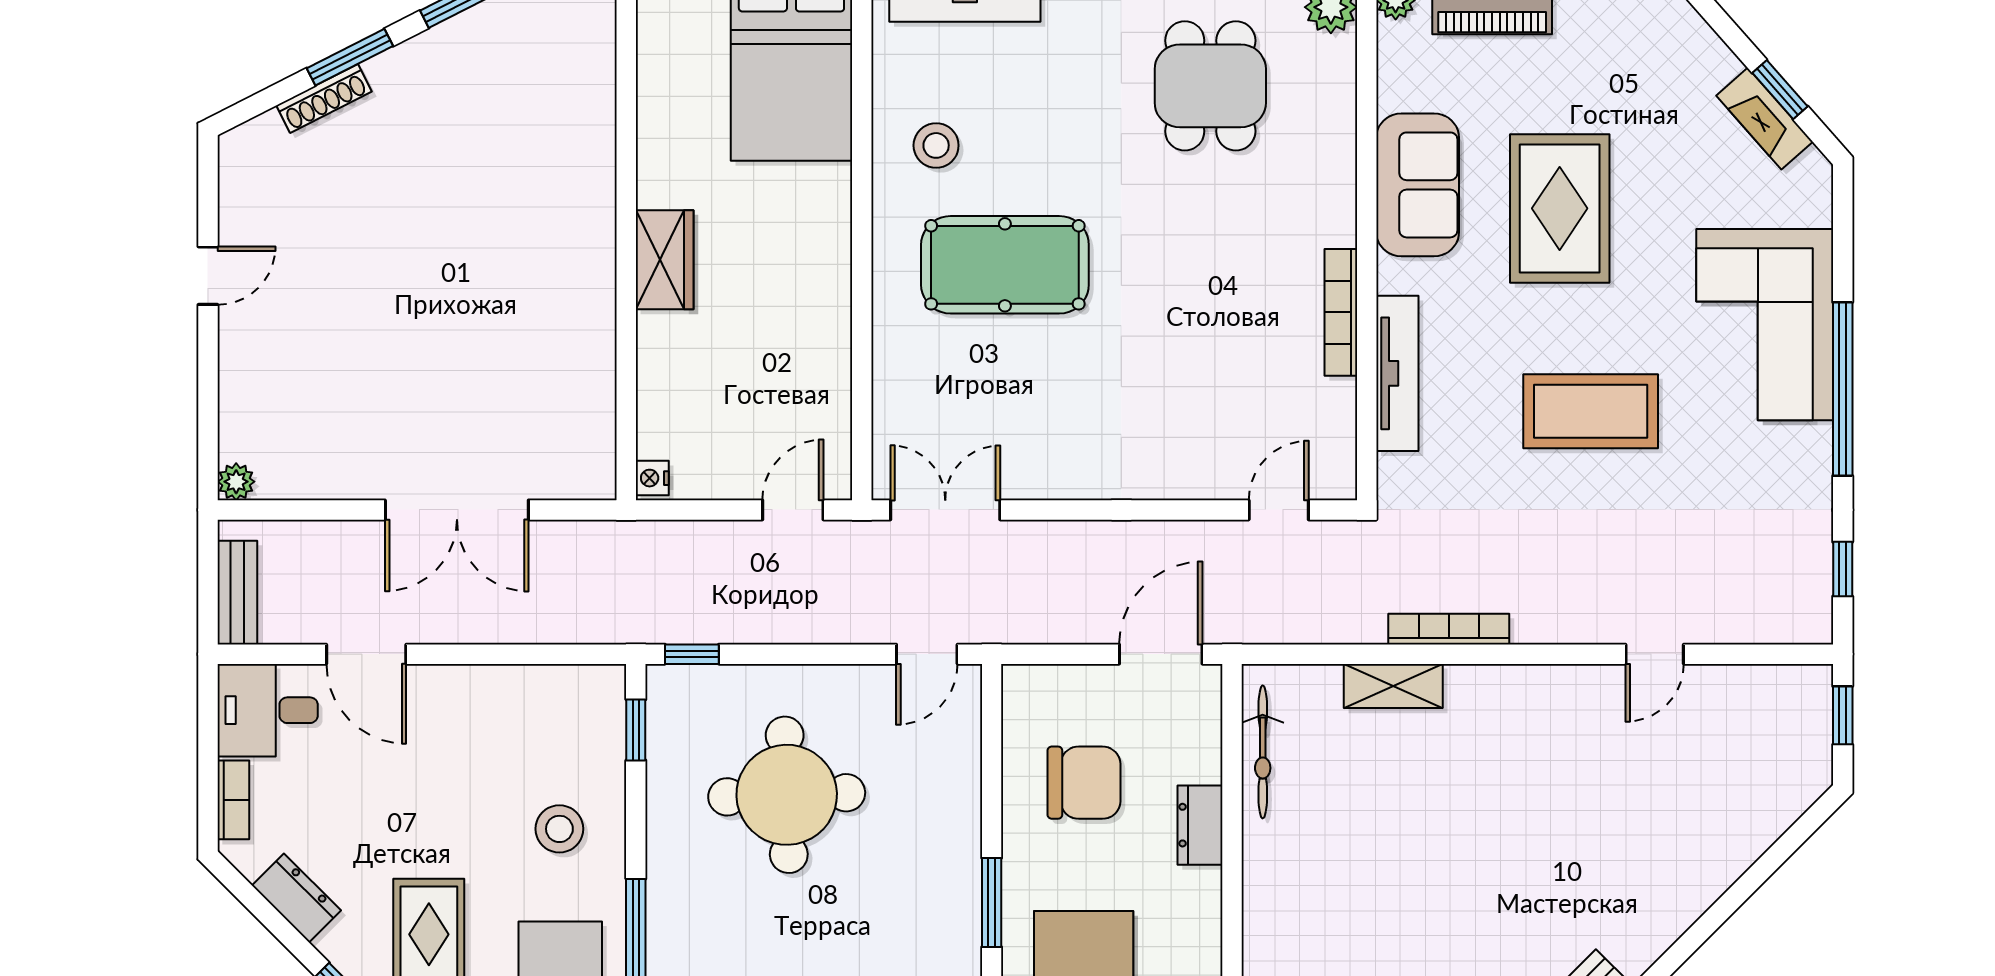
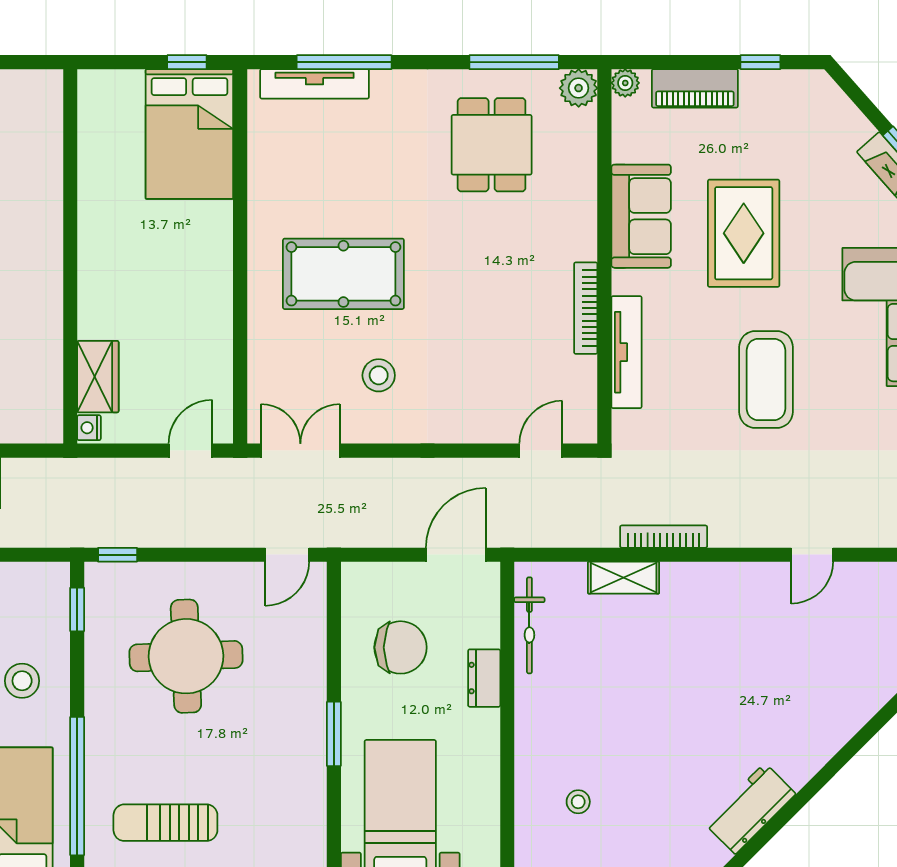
stool: (936, 145) -> (379, 375), moved
wardrobe: (665, 260) -> (98, 377), moved
coffee table: (1591, 411) -> (766, 379), turned 90

